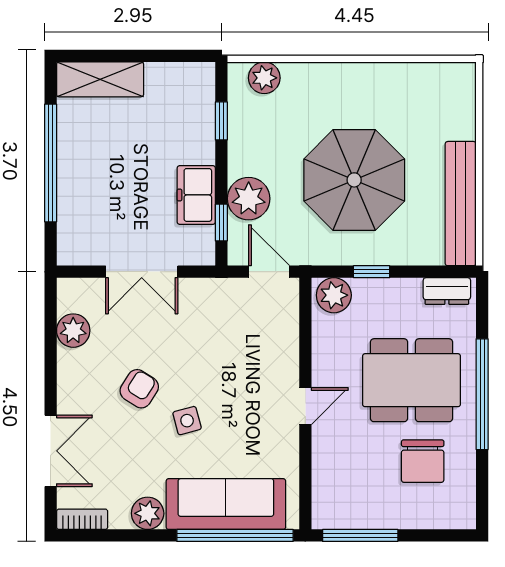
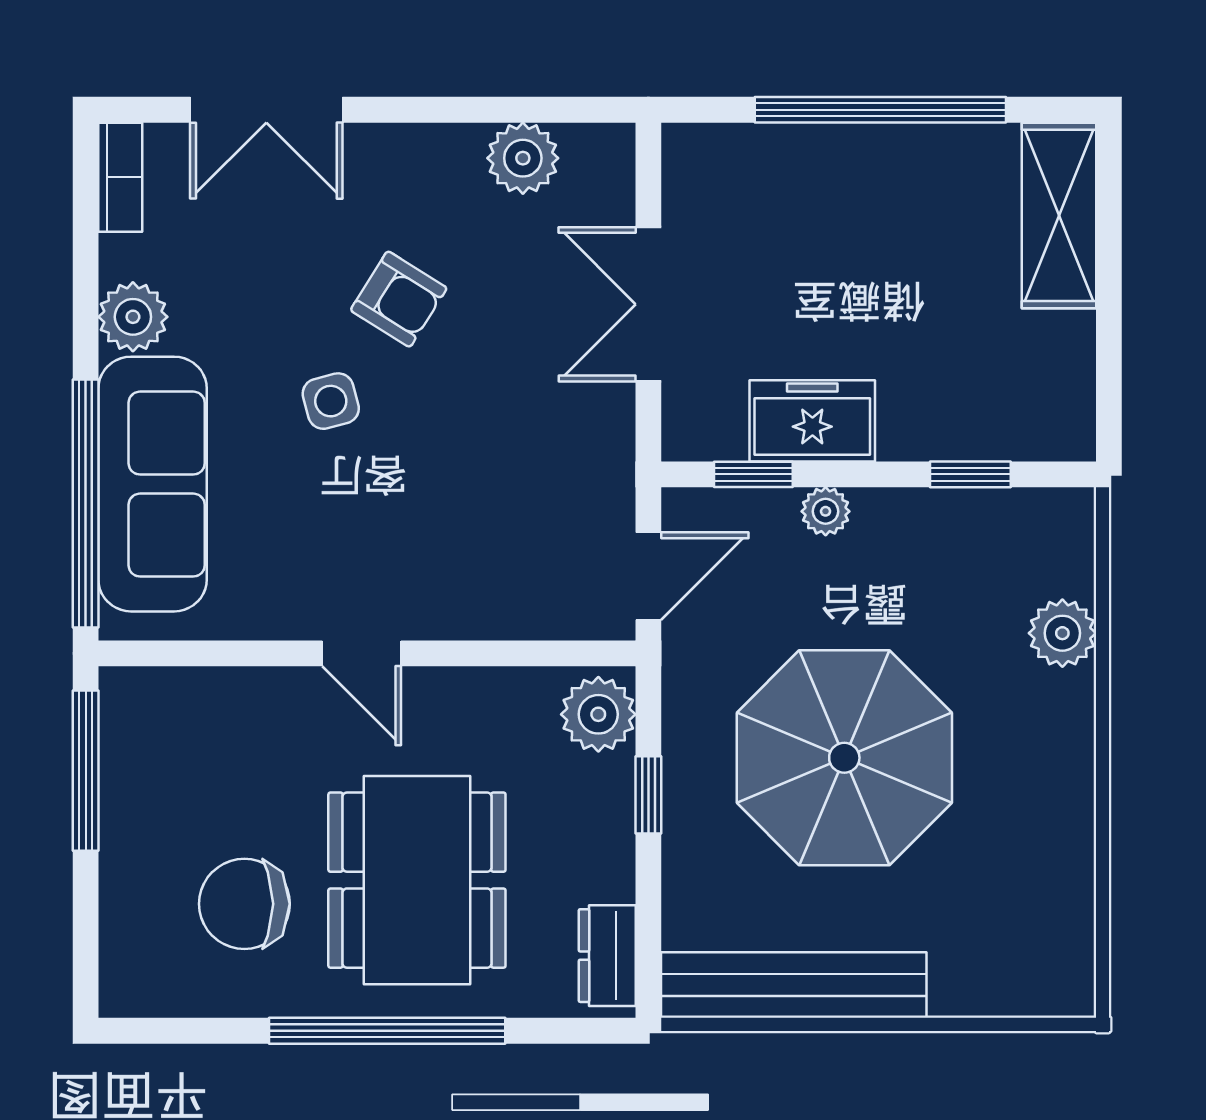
plant: (264, 78) -> (1062, 633), moved
plant: (249, 199) -> (826, 511), width x0.53, depth x0.53

